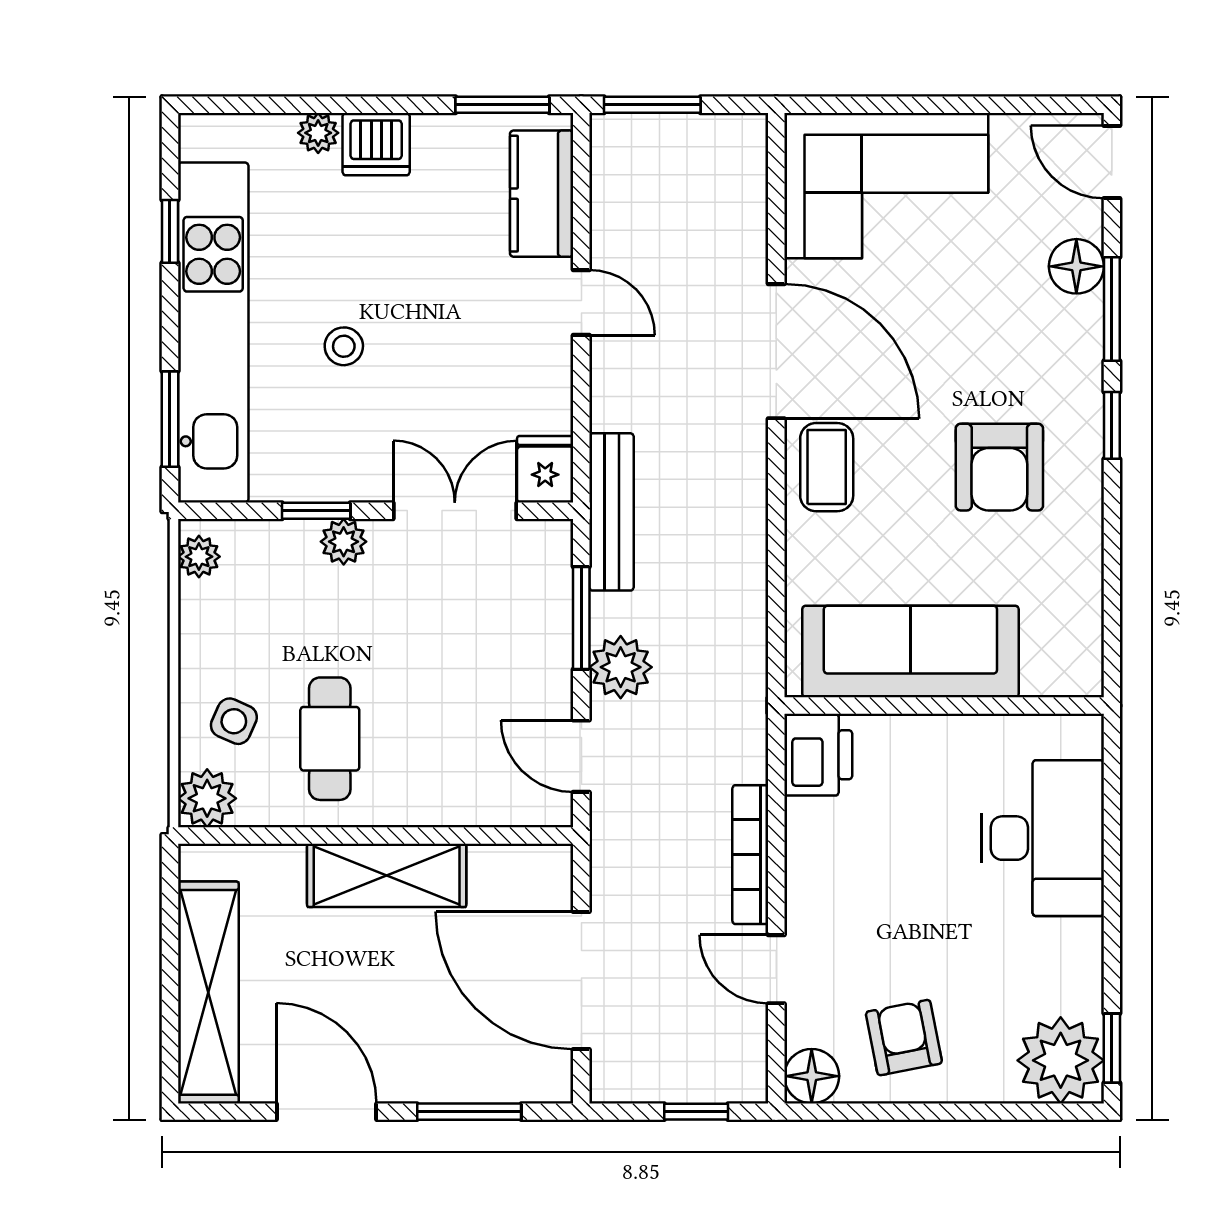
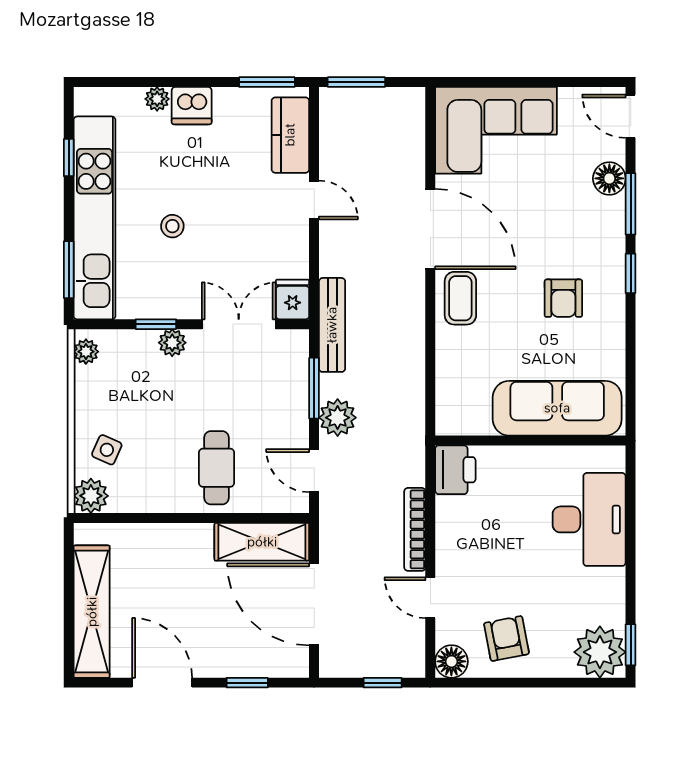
armchair: (999, 467) -> (563, 298), width x0.72, depth x0.72
sofa: (910, 652) -> (557, 408), moved
cafe table: (330, 739) -> (217, 468), moved
shelving: (387, 875) -> (262, 542), moved
window: (469, 1112) -> (247, 683), width x0.67

